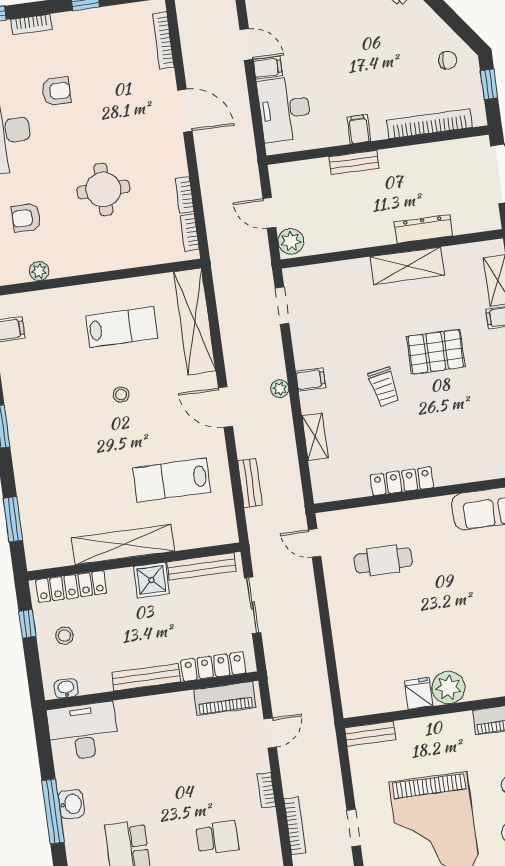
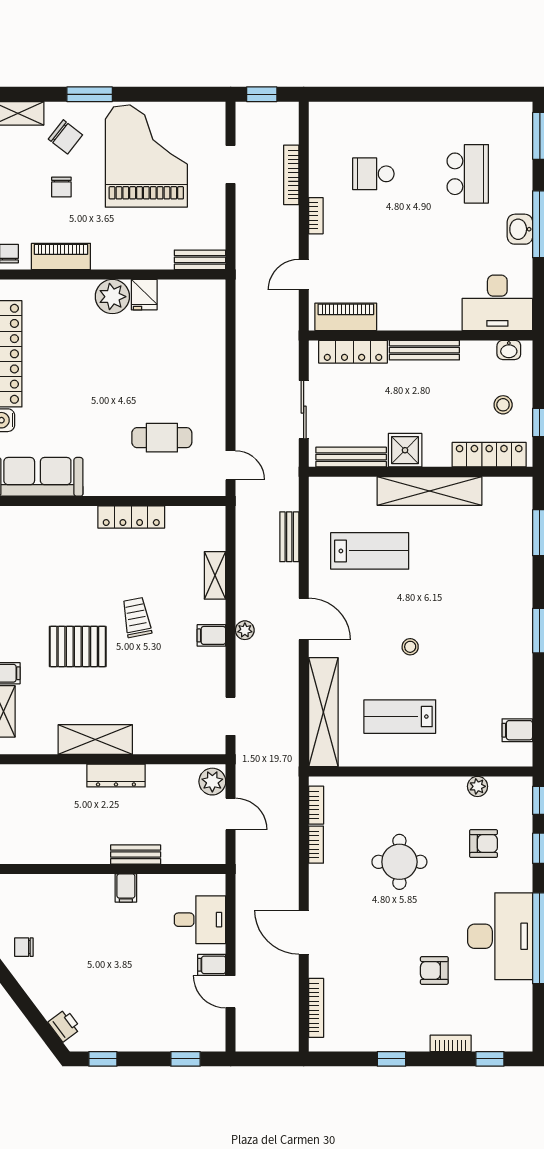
desk: (285, 109) -> (200, 920), width x0.73
bookcase: (429, 124) -> (52, 884), removed
dresser: (423, 229) -> (116, 776), moved

